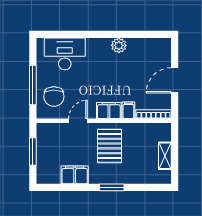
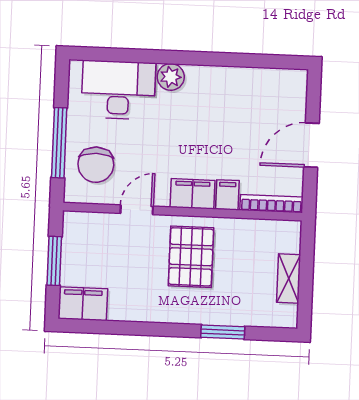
plant: (119, 45) -> (171, 77), moved
filing cabinet: (75, 175) -> (83, 304), moved
window: (112, 187) -> (223, 332), moved

